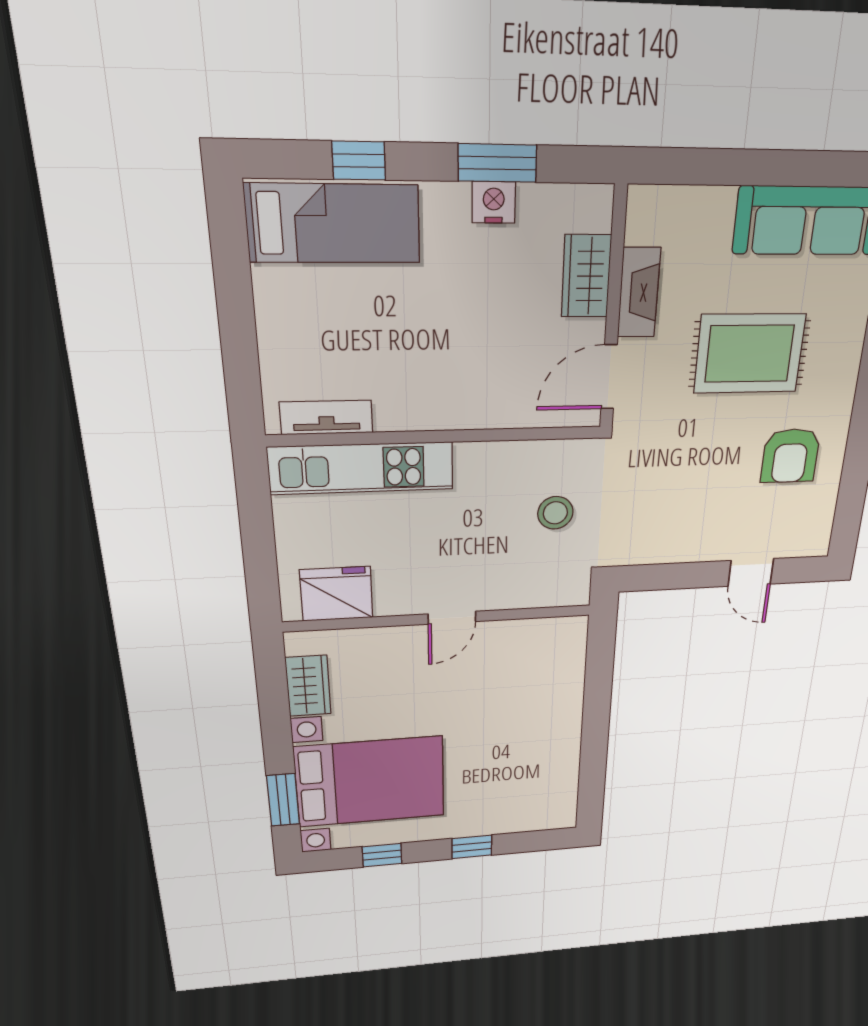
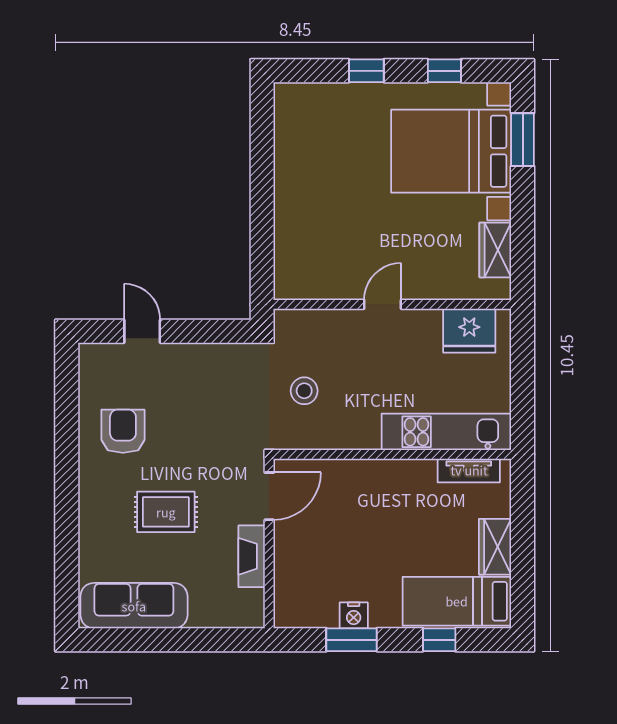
wardrobe: (586, 276) -> (495, 547), moved, turned 180
rug: (749, 354) -> (166, 512), width x0.73, depth x0.70

